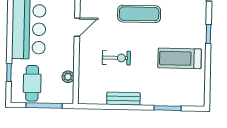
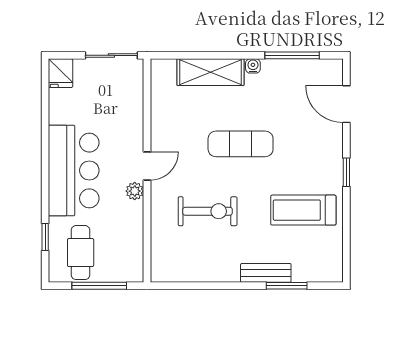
exercise bike: (116, 58) -> (208, 211), width x1.38, depth x1.39
plant: (68, 77) -> (135, 191), moved
bench: (123, 99) -> (266, 273), moved

